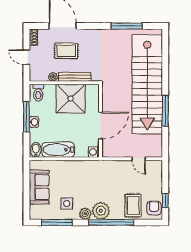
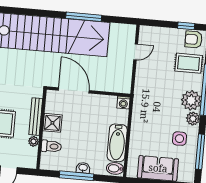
toilet: (38, 93) -> (51, 146), moved
shower: (71, 99) -> (52, 123), width x0.54, depth x0.54
door: (100, 125) -> (74, 90), moved

